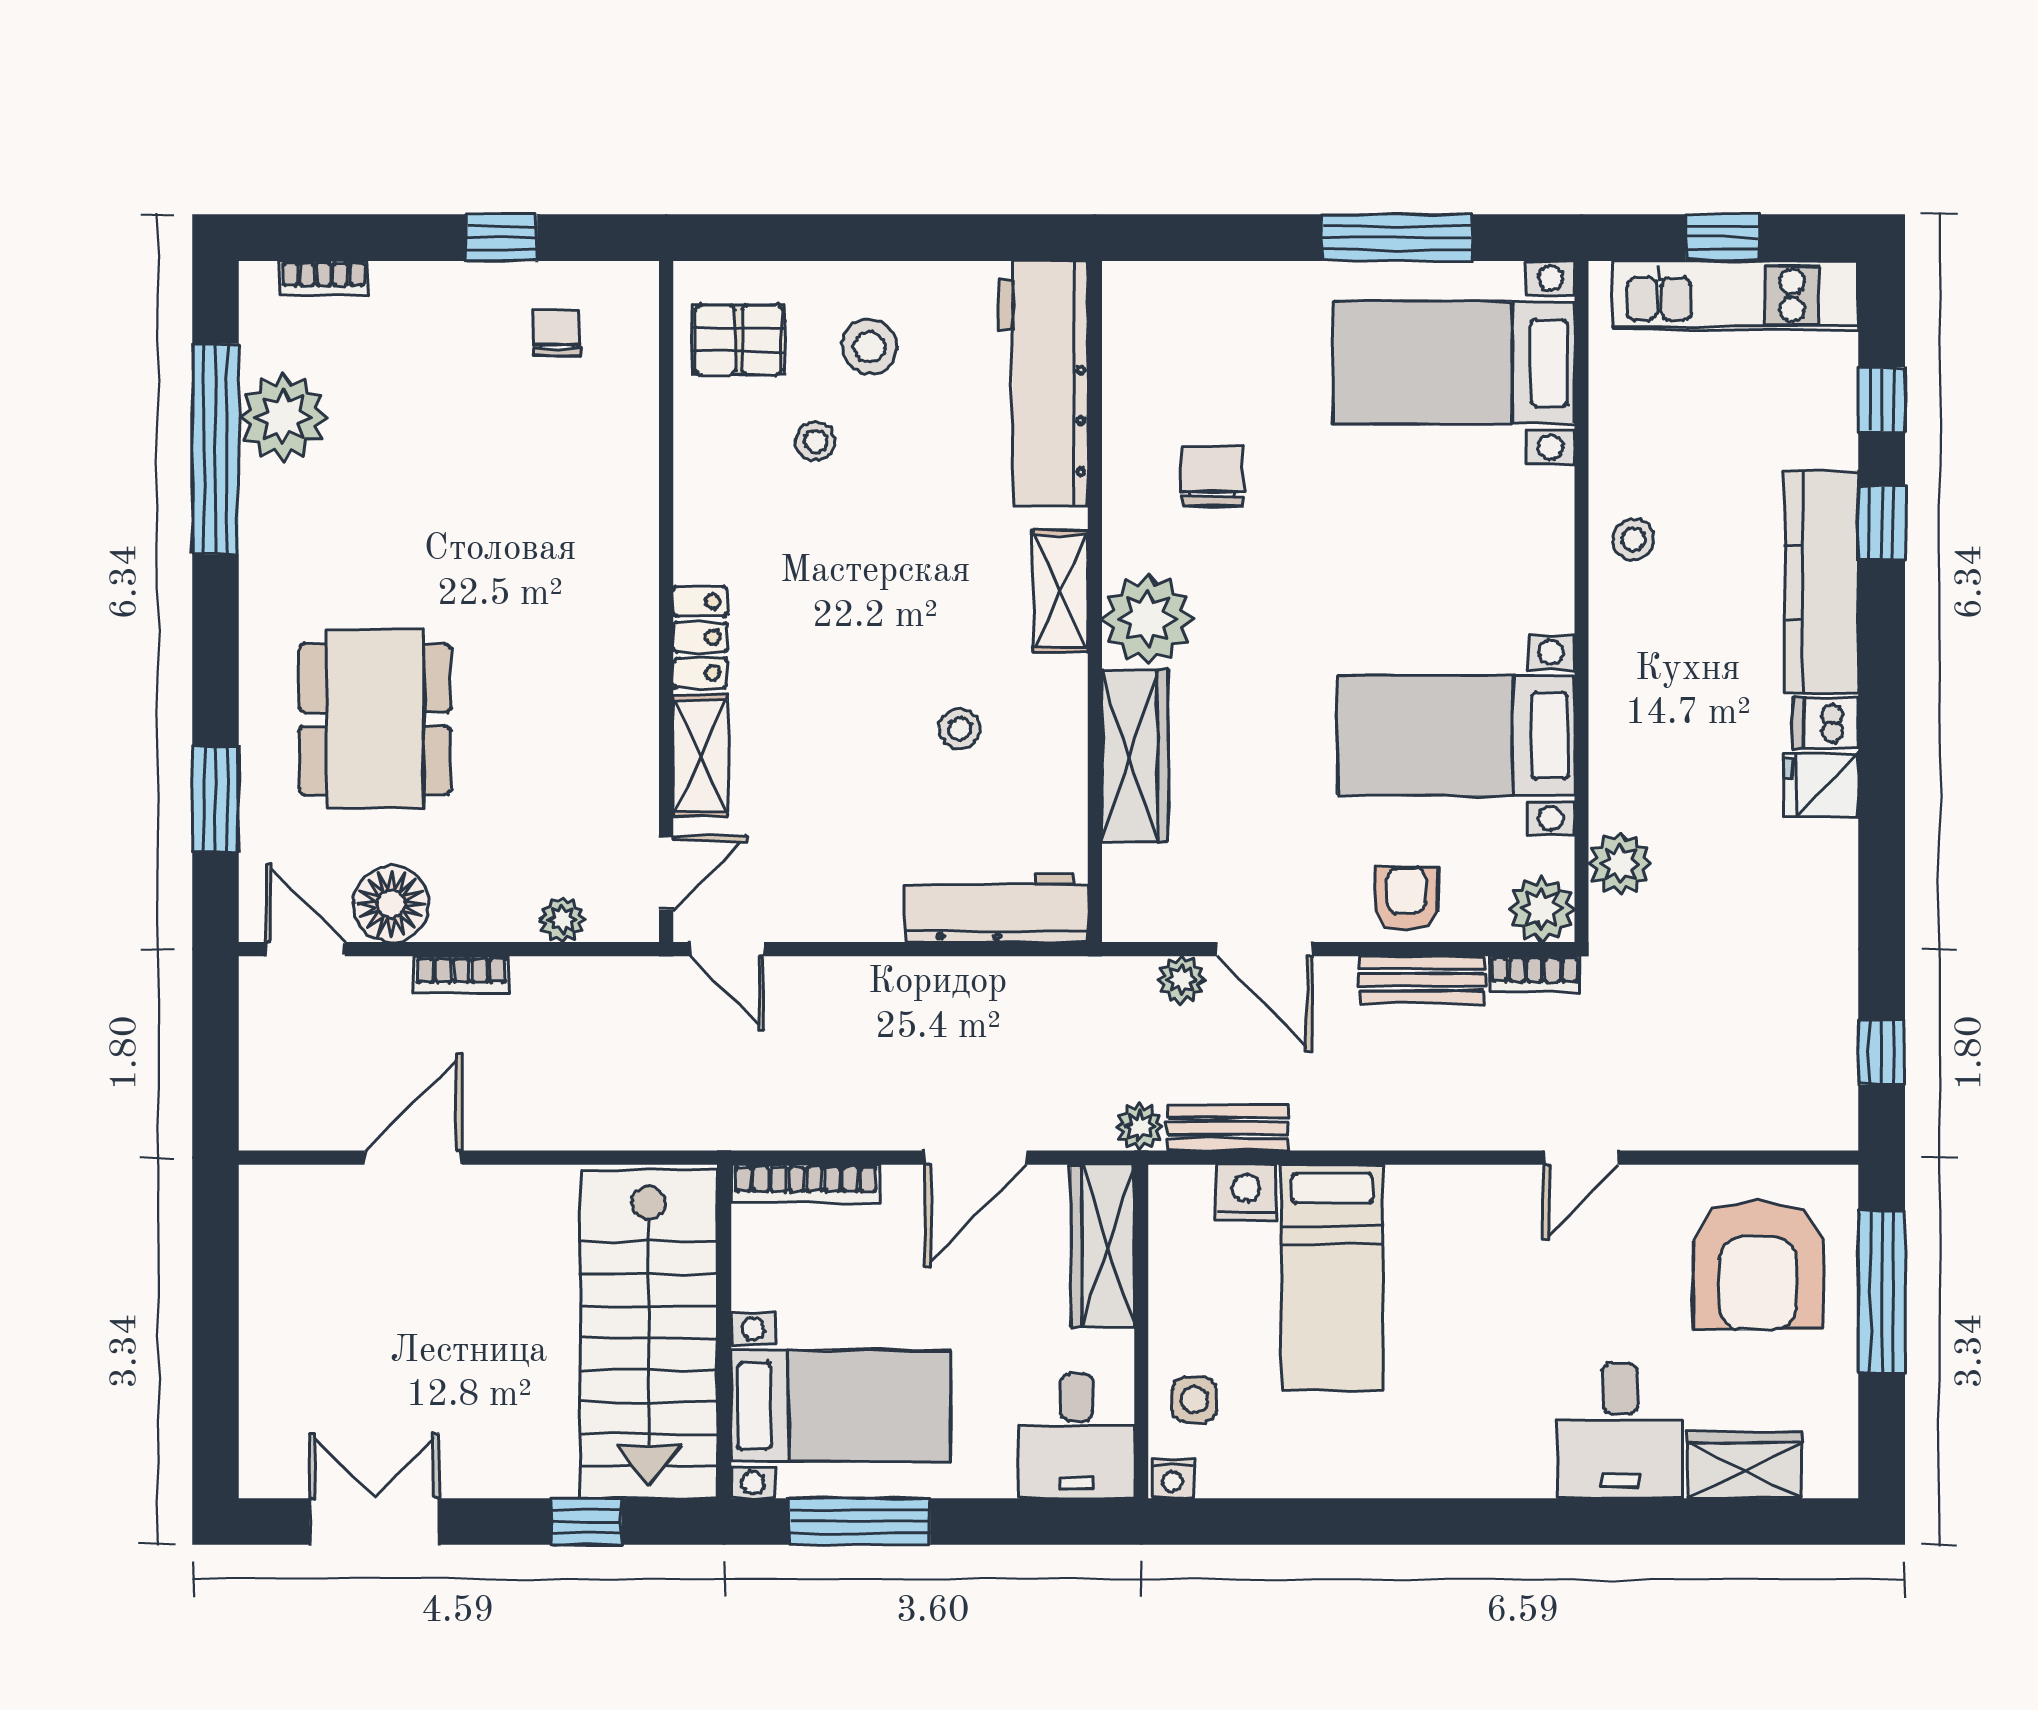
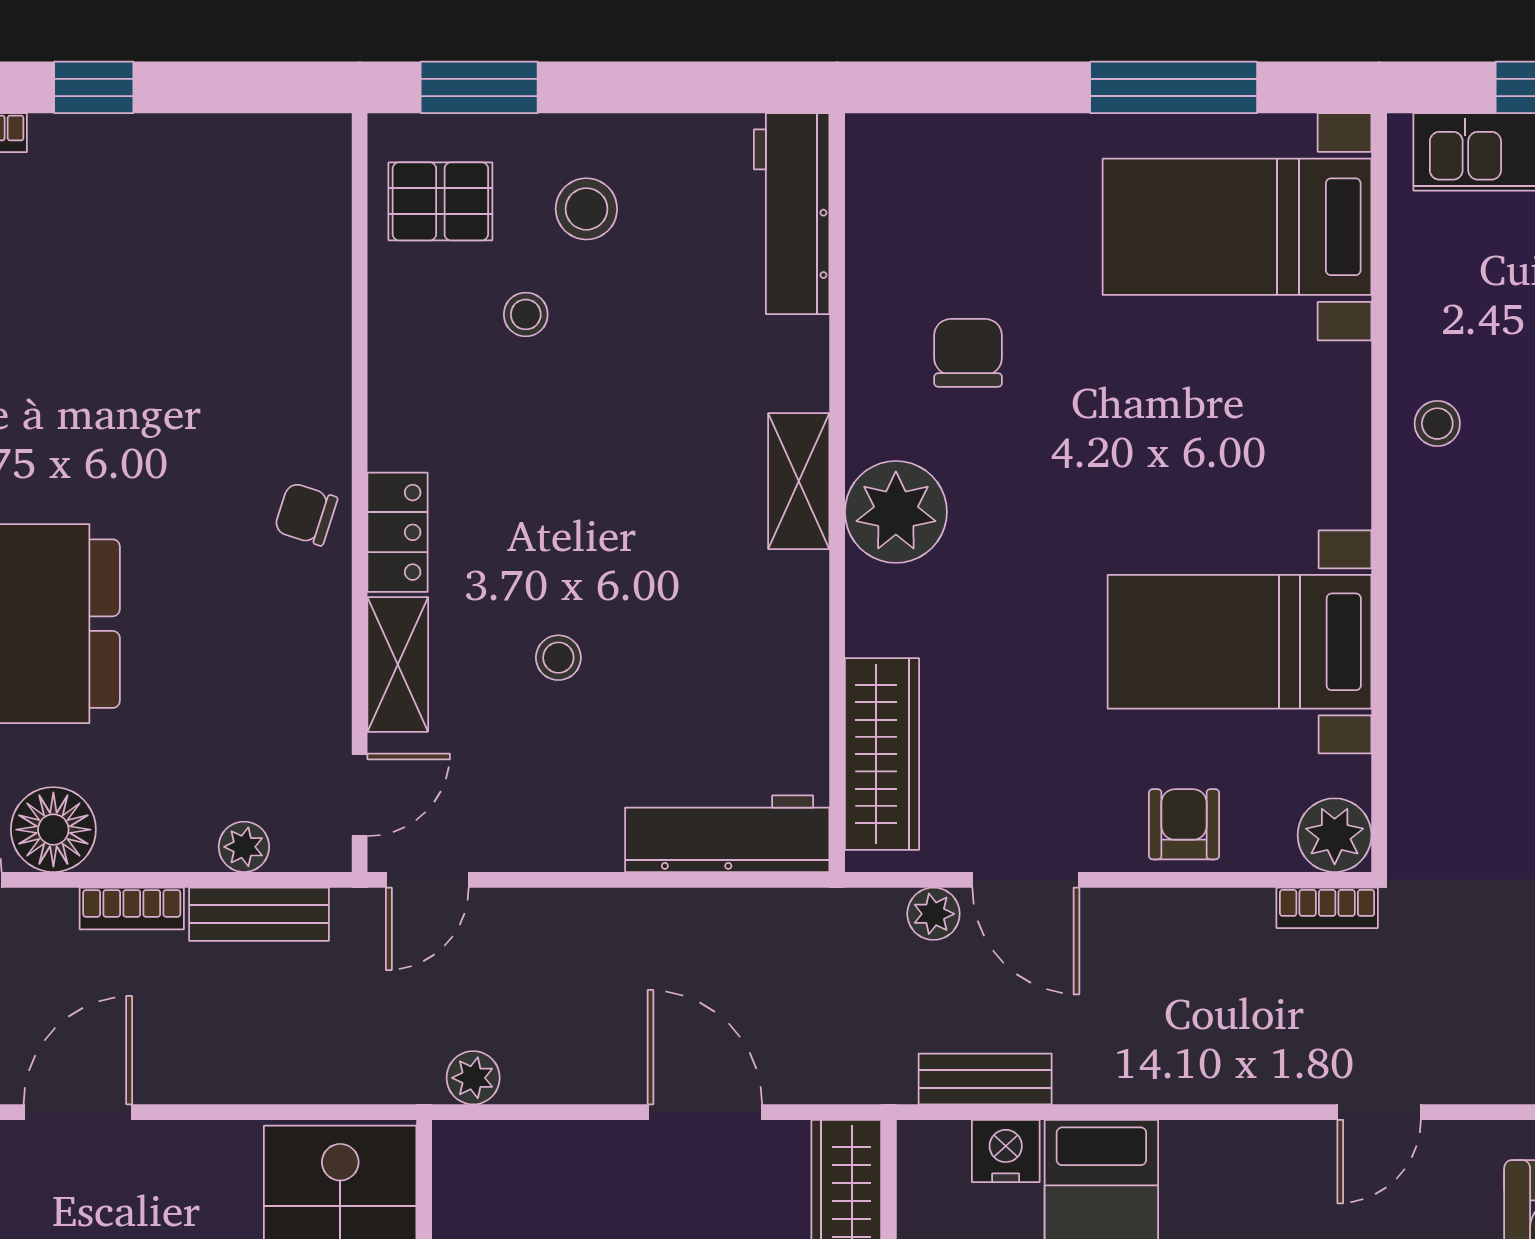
window: (502, 238) -> (94, 87), moved
window: (773, 238) -> (479, 87), added
chair: (557, 333) -> (306, 514), moved, turned -72
workbench: (1043, 384) -> (792, 214), width x0.73, depth x0.76
stool: (960, 729) -> (558, 658), moved
wardrobe: (1135, 755) -> (882, 754), moved
plant: (1620, 864) -> (1422, 785), removed
door: (727, 949) -> (427, 880), hinge flipped
bench: (1422, 980) -> (259, 914), moved
plant: (1139, 1127) -> (473, 1078), moved
door: (976, 1158) -> (705, 1112), swing flipped
bookcase: (806, 1184) -> (515, 1141), removed

